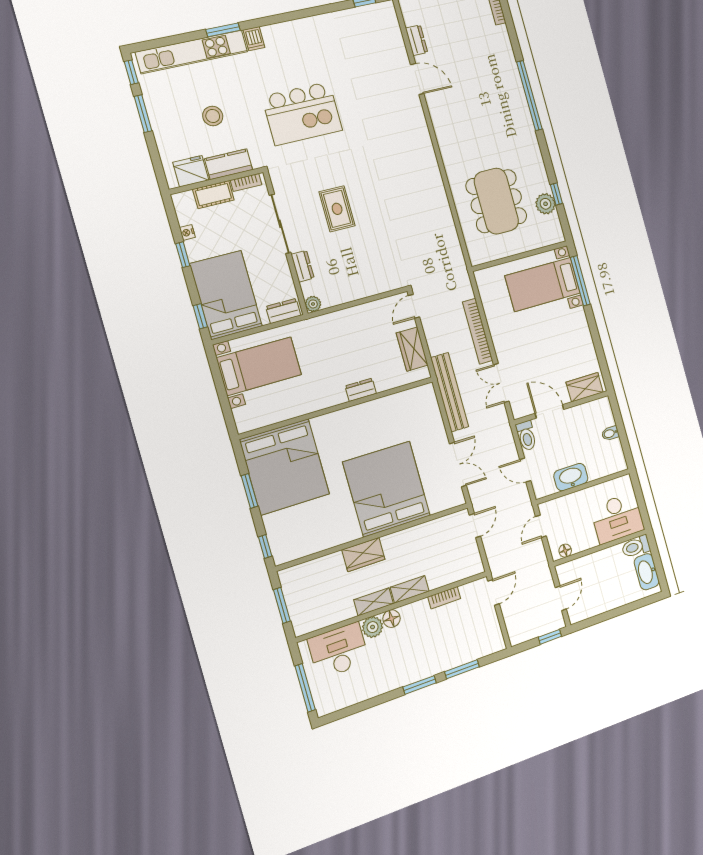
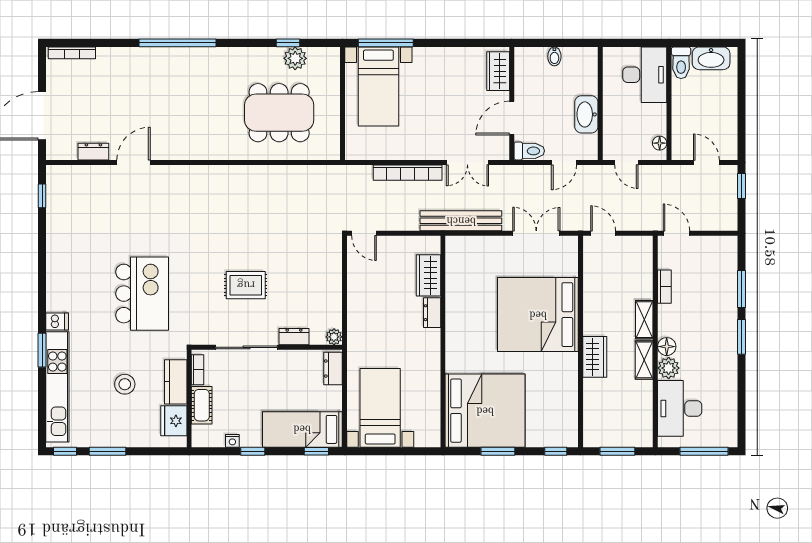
bed: (226, 295) -> (302, 429), width x0.67
wardrobe: (412, 349) -> (428, 275), moved, turned 90

